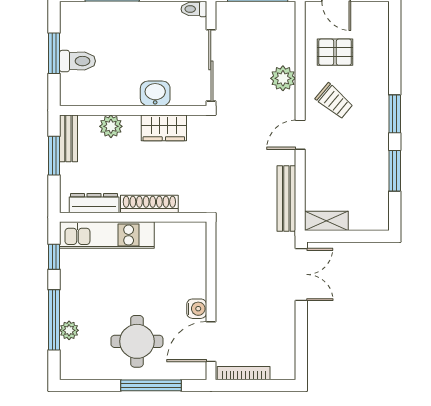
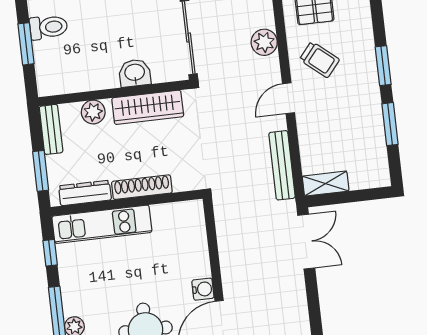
toilet: (77, 61) -> (49, 27), moved
wardrobe: (164, 128) -> (148, 107), width x1.50
window: (54, 156) -> (41, 171), moved

